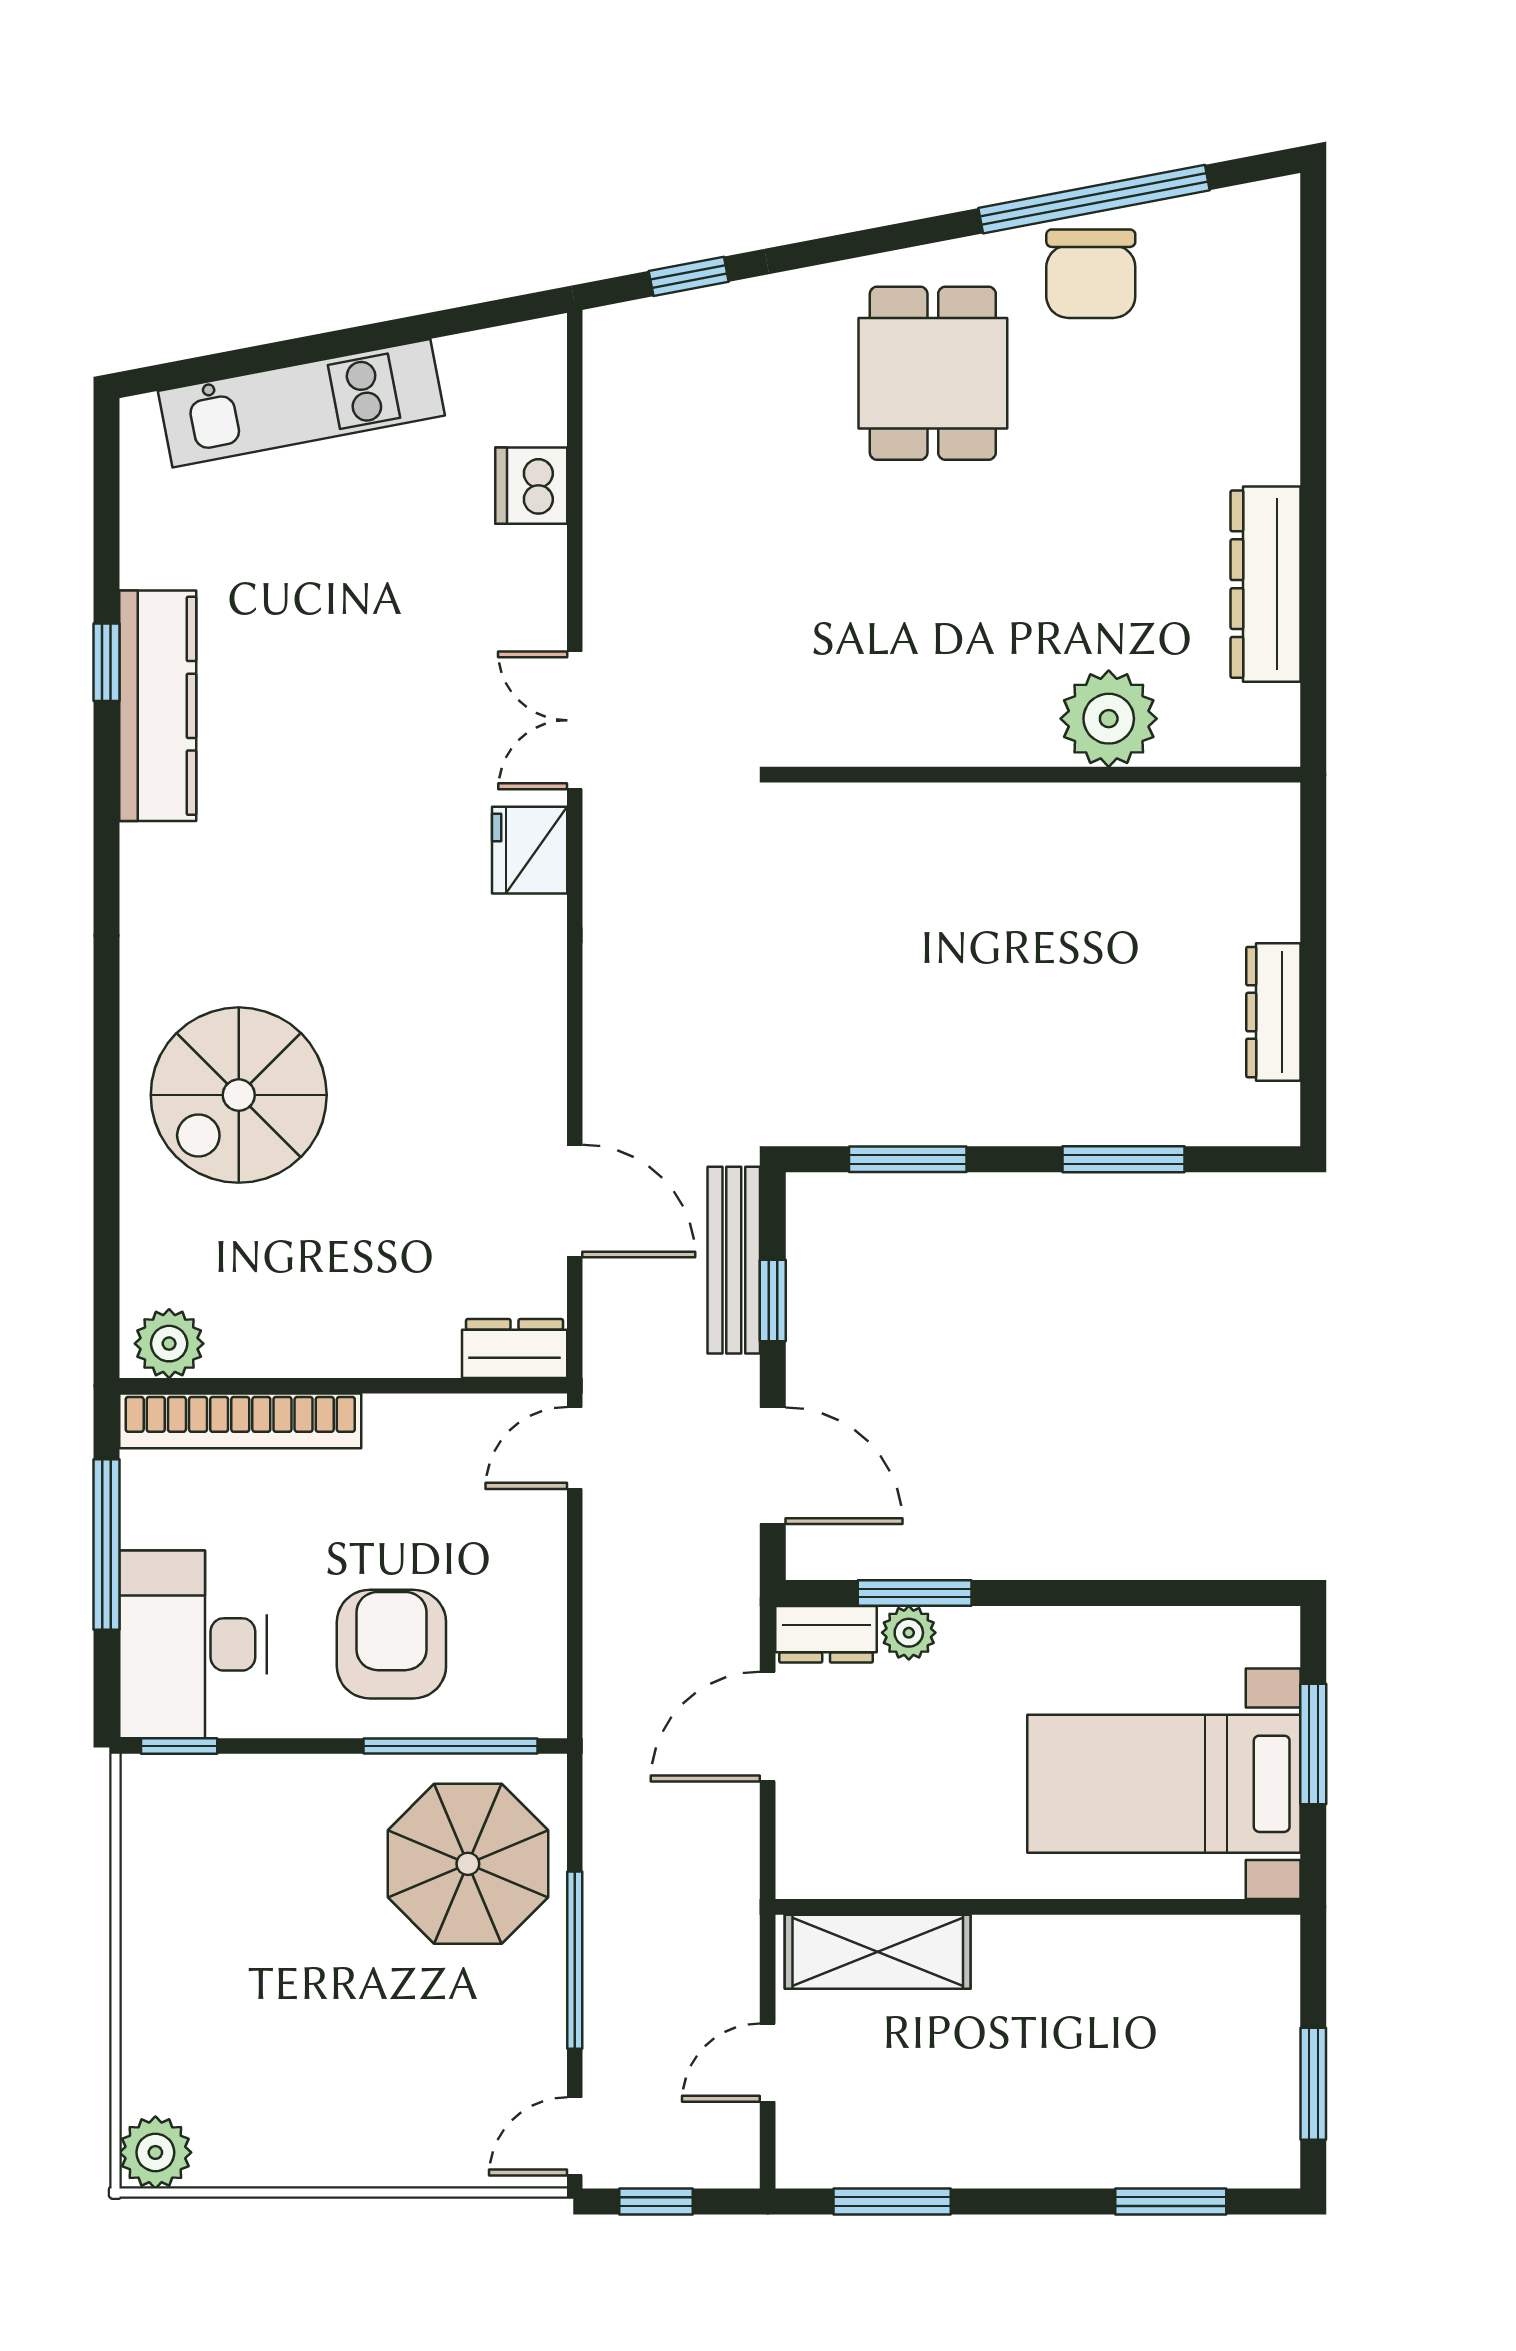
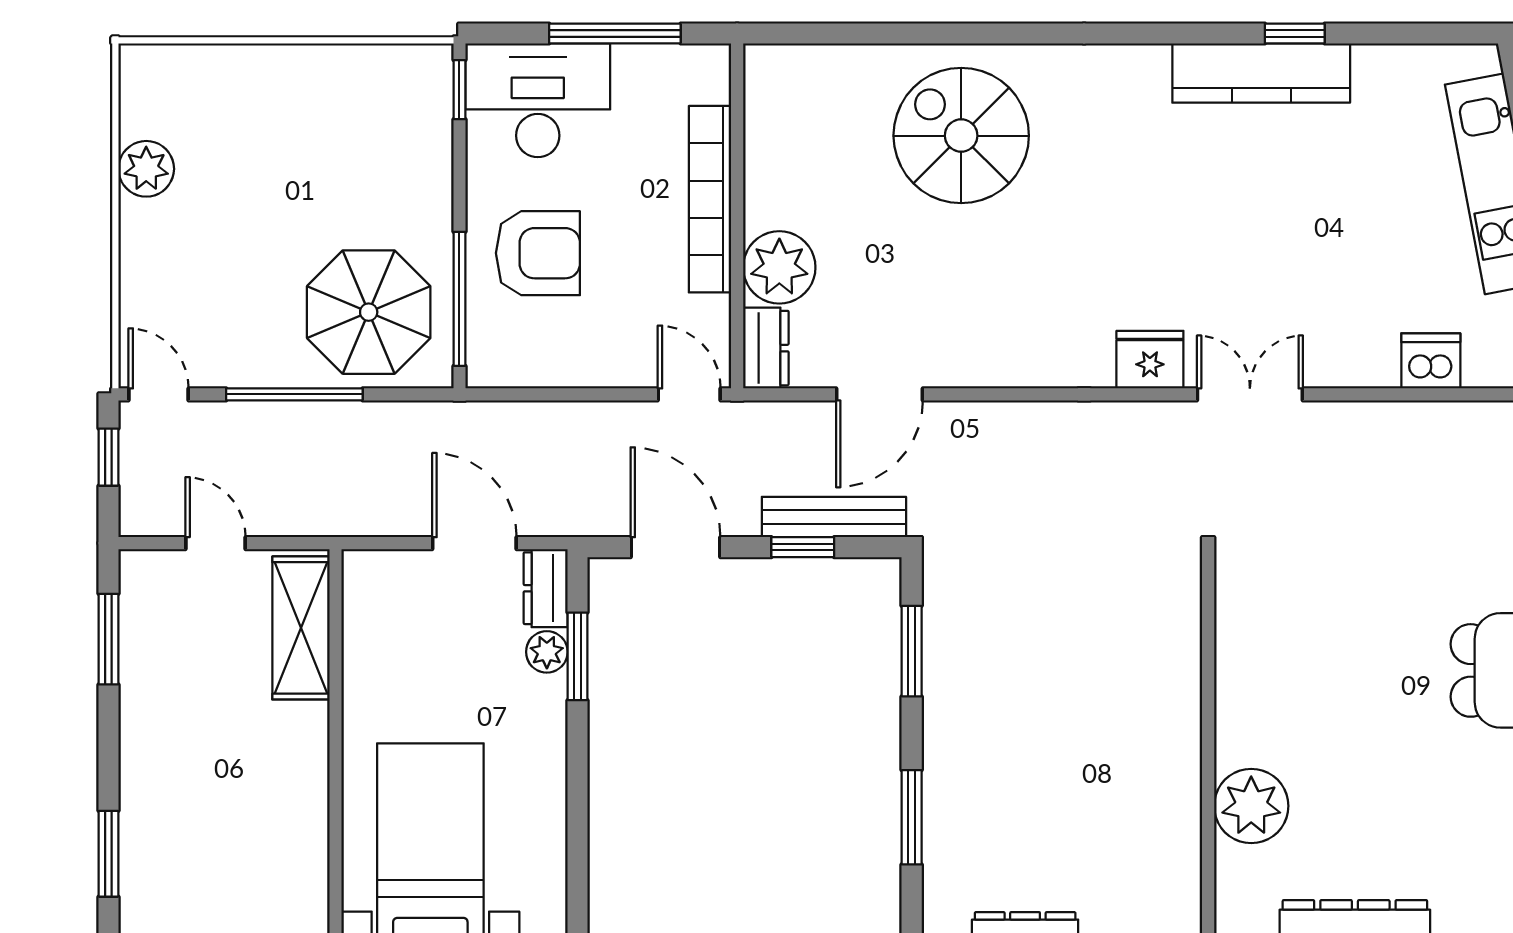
plant: (169, 1344) -> (779, 267), moved, width x1.36, depth x1.36
bookcase: (240, 1421) -> (710, 199), moved
door: (773, 1466) -> (676, 547), swing flipped
plant: (155, 2152) -> (146, 169), moved

